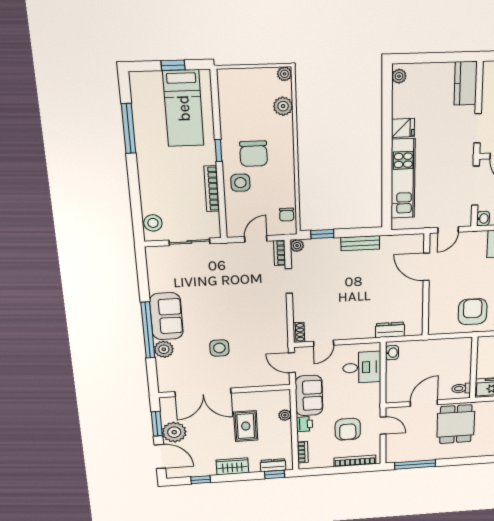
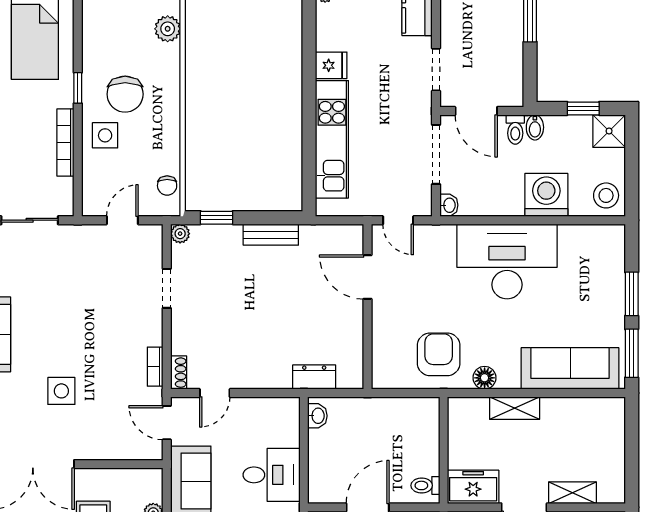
door: (448, 230) -> (398, 220), hinge flipped
bookcase: (280, 253) -> (155, 367), moved
desk: (362, 367) -> (272, 475), moved

